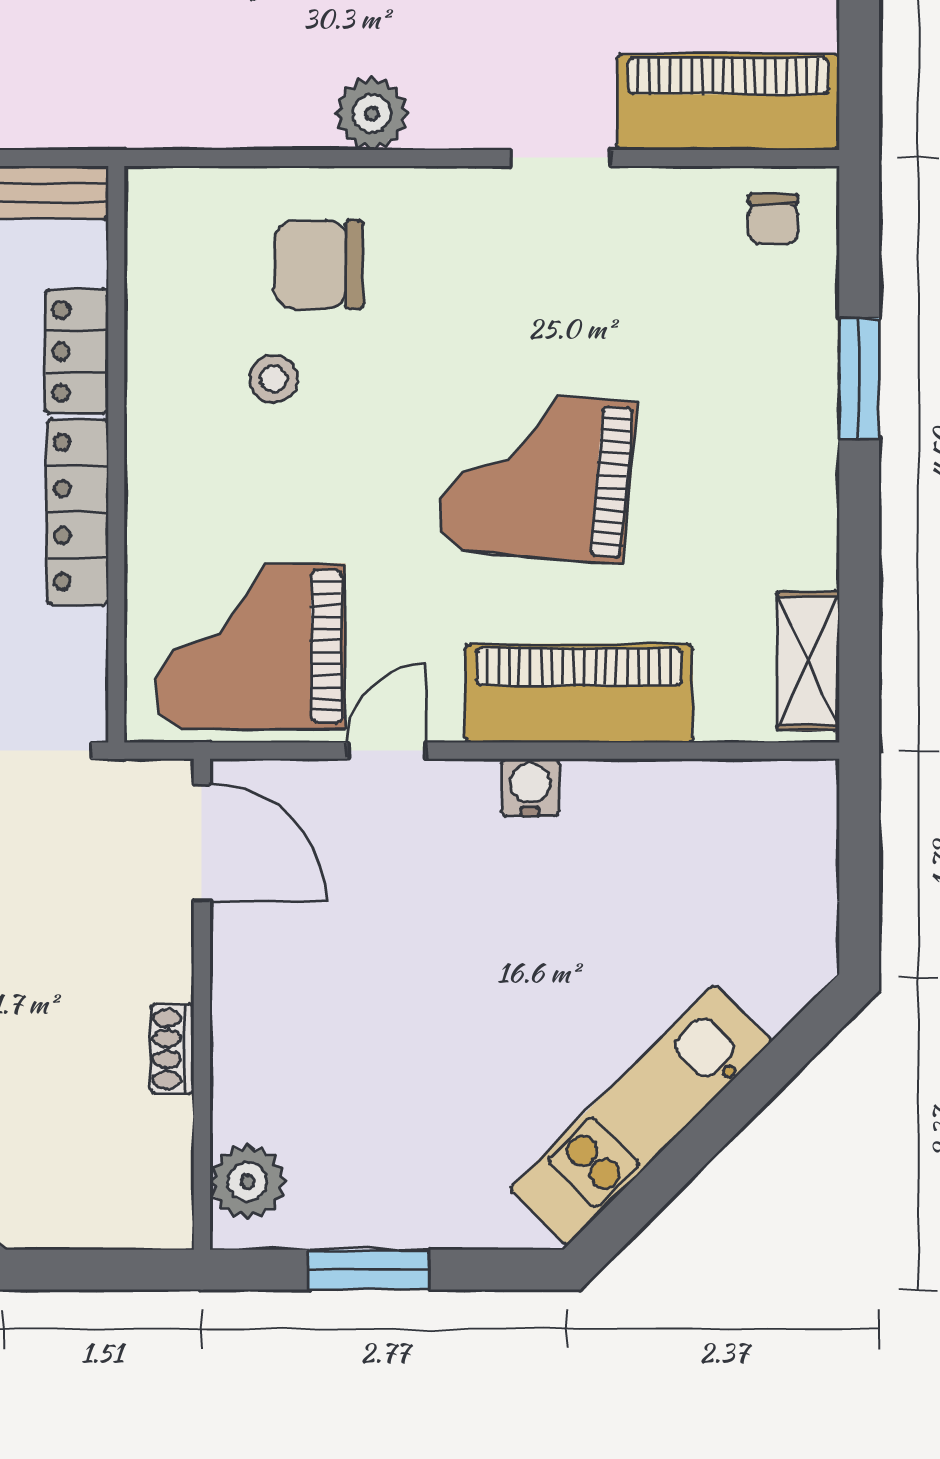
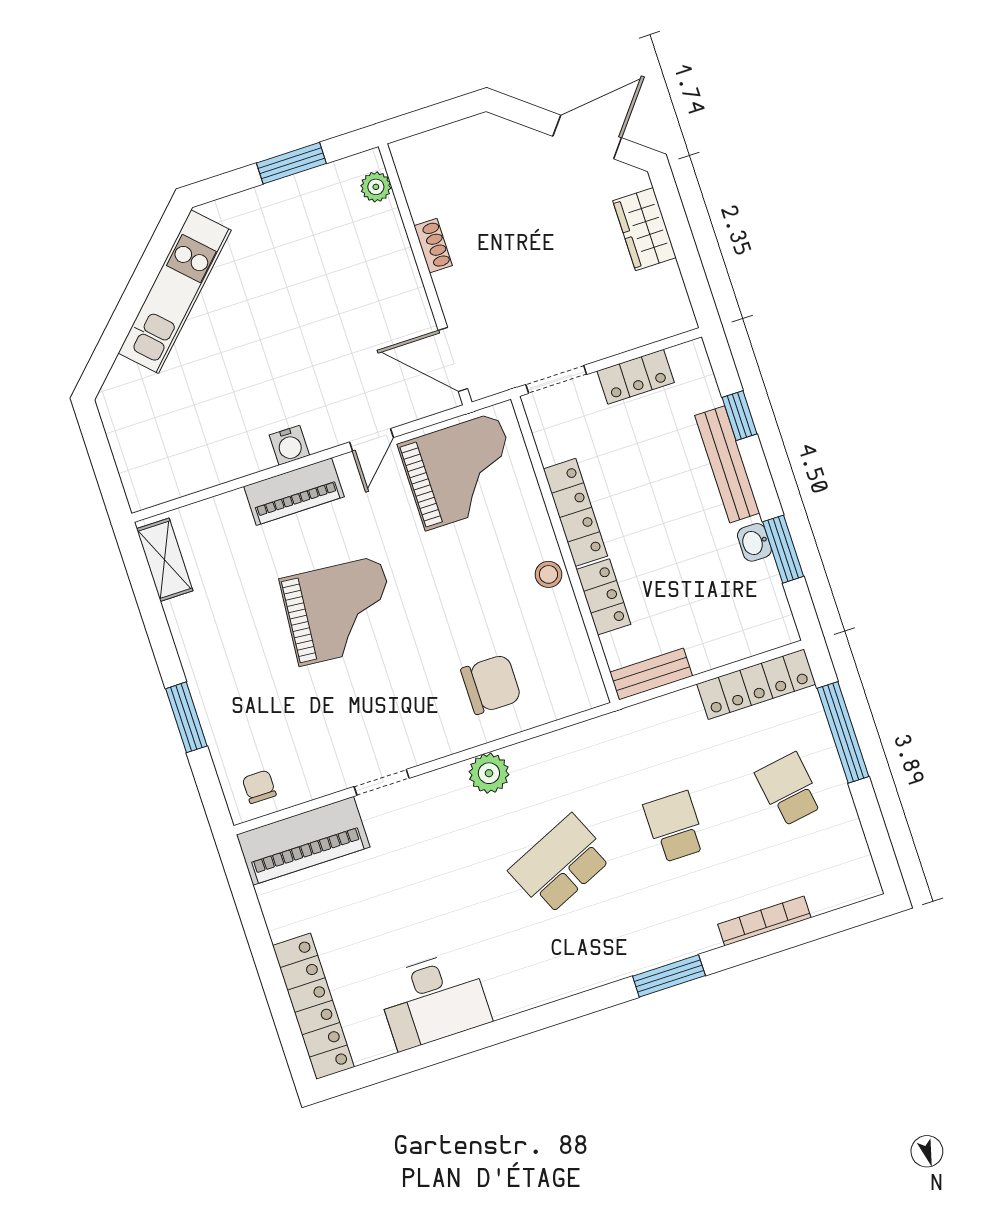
stool: (273, 379) -> (548, 574), moved
piano: (579, 693) -> (294, 492), width x0.73, depth x0.75
plant: (248, 1182) -> (376, 187), width x0.73, depth x0.73

